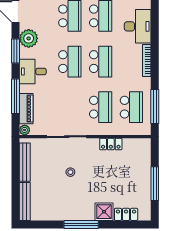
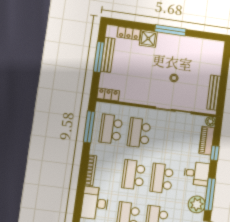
window: (16, 51) -> (210, 194), width x1.44
window: (16, 96) -> (215, 153), width x0.46
locker: (111, 144) -> (108, 95), moved
bench: (25, 201) -> (108, 55), moved

